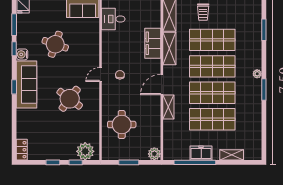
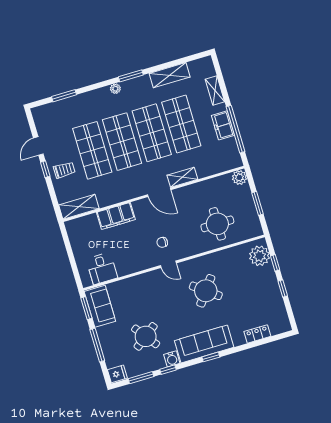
round table: (55, 44) -> (146, 336), moved, turned 34
shelving: (169, 49) -> (170, 75), moved
locker: (22, 150) -> (257, 334), moved

